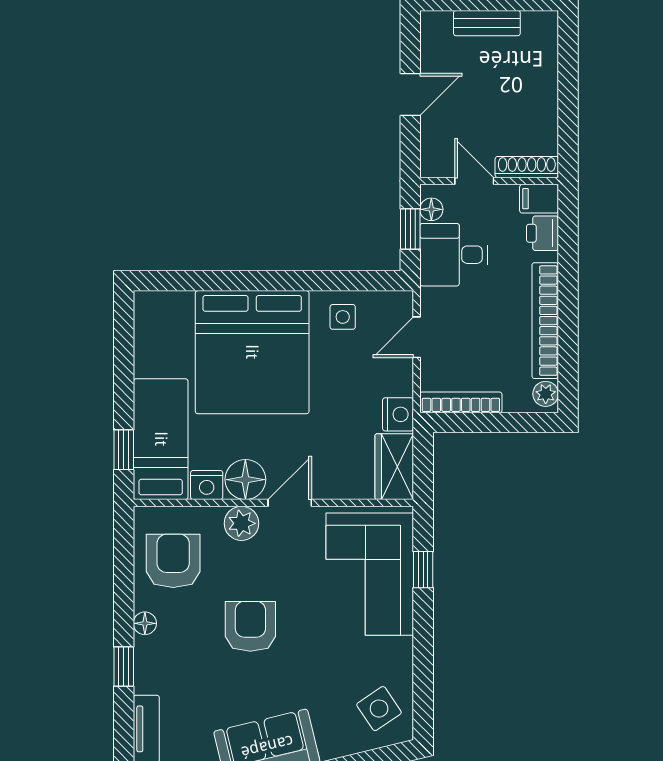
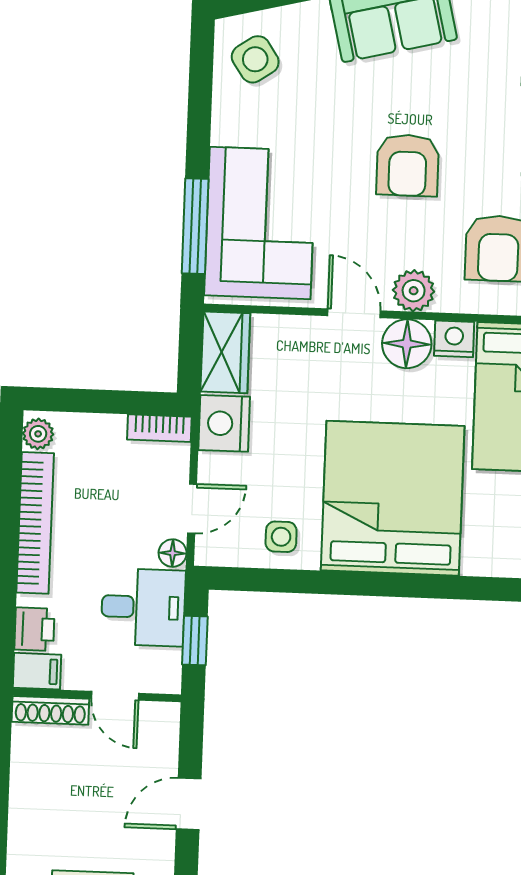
floor lamp: (431, 209) -> (173, 553), moved
bookcase: (461, 402) -> (159, 428), width x0.64
nightstand: (398, 414) -> (224, 423), width x1.36, depth x1.33
door: (290, 503) -> (354, 313), swing flipped
window: (423, 570) -> (195, 226), width x2.17

